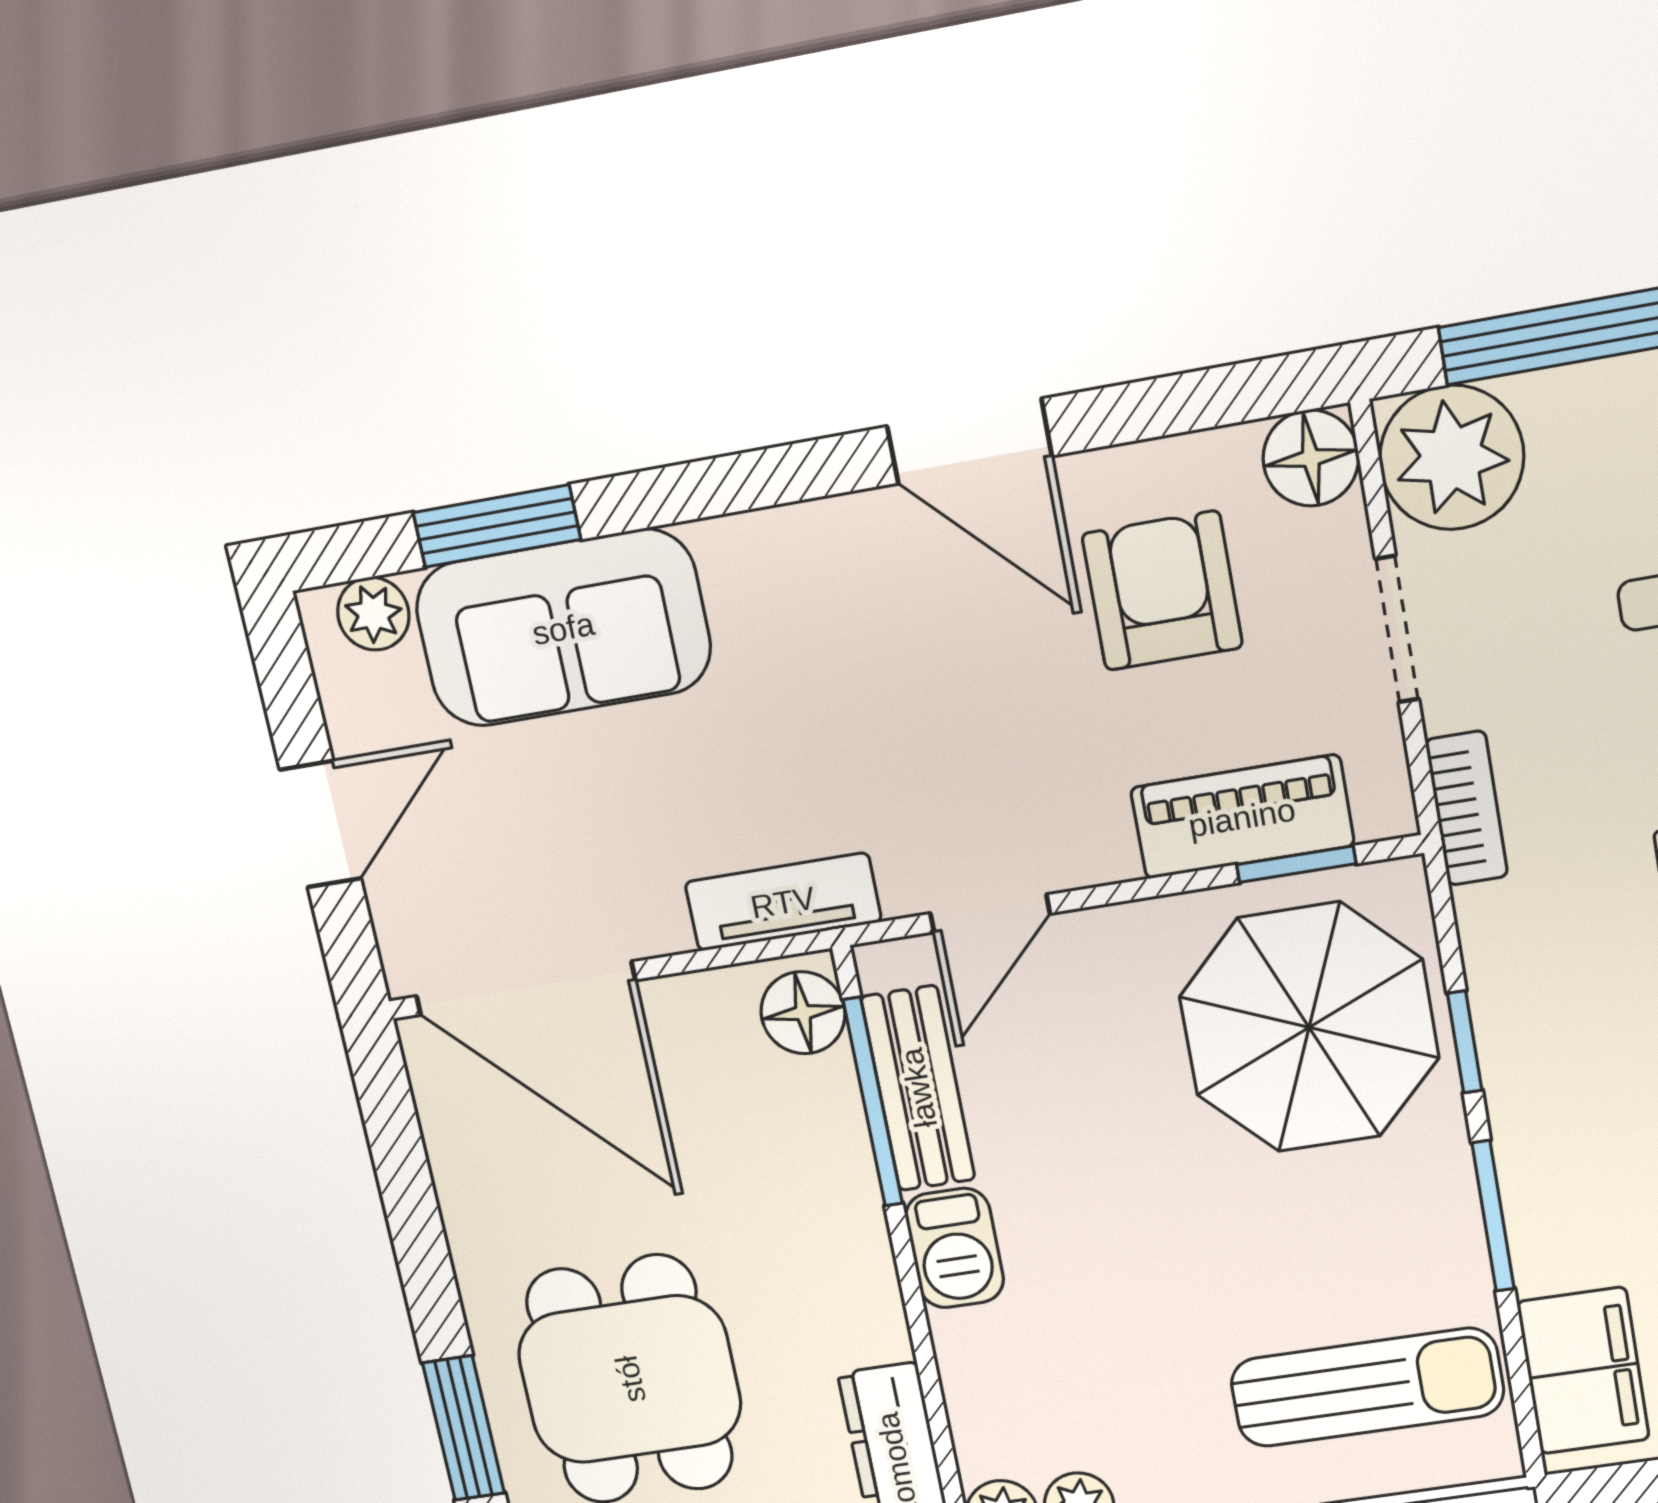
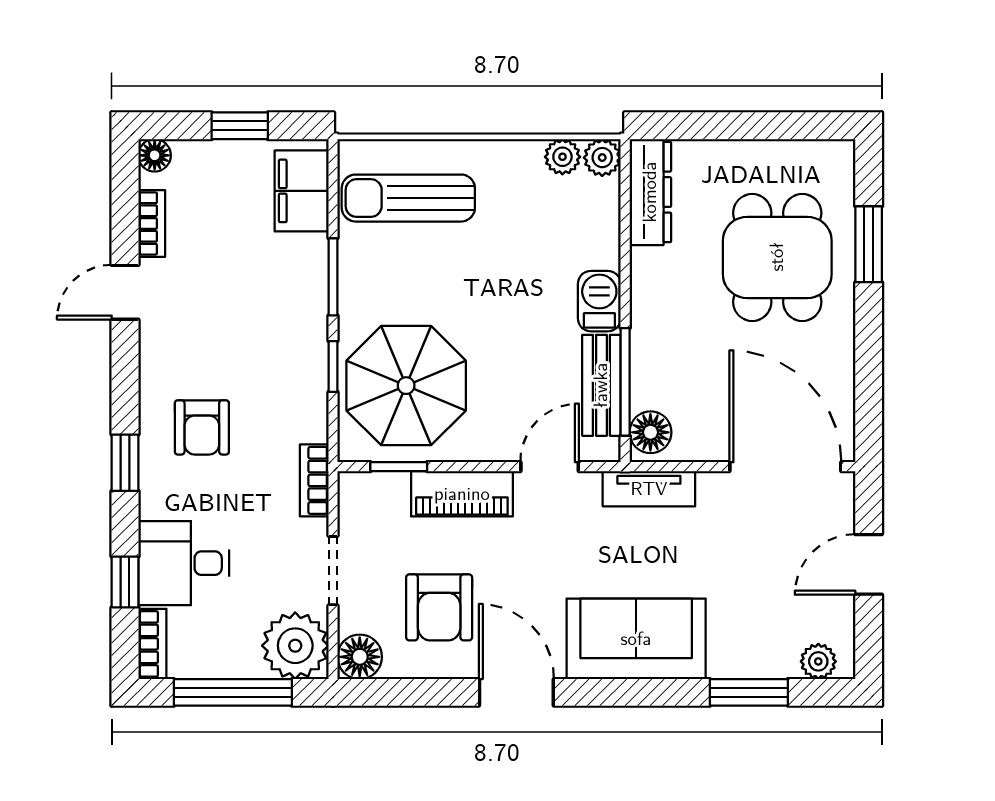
sofa: (563, 628) -> (636, 639), moved
piano: (1242, 817) -> (462, 494), moved

